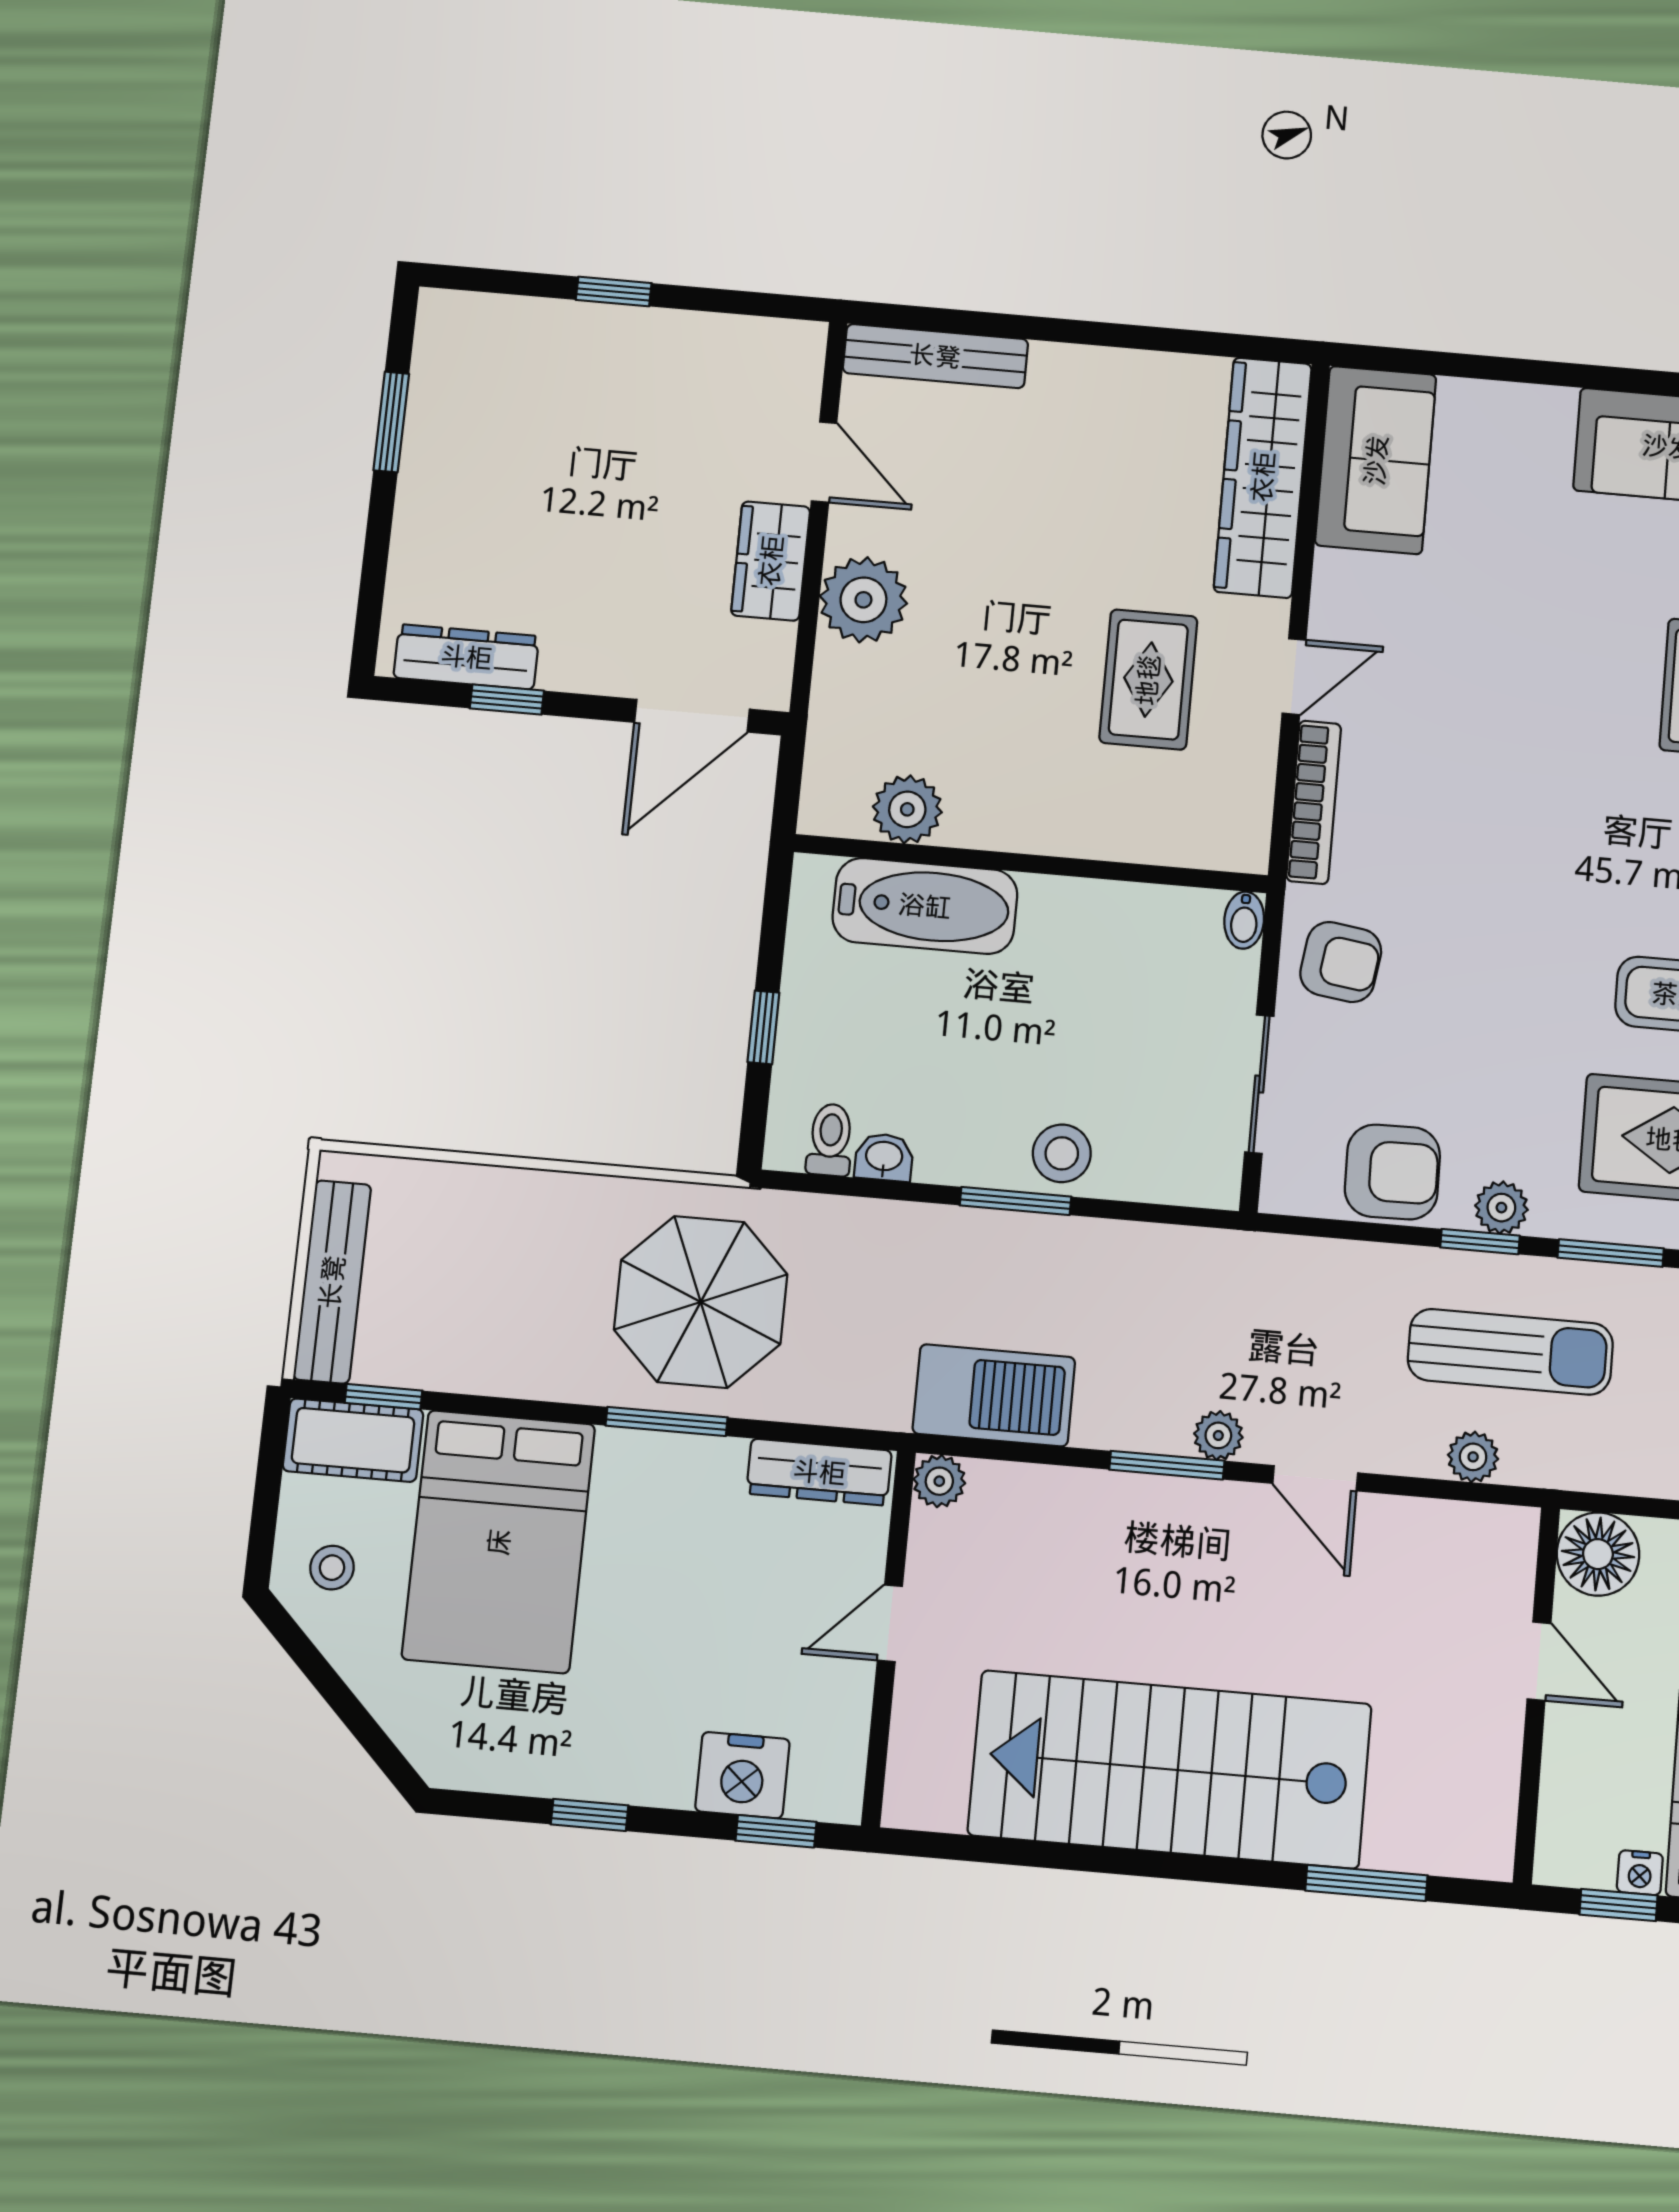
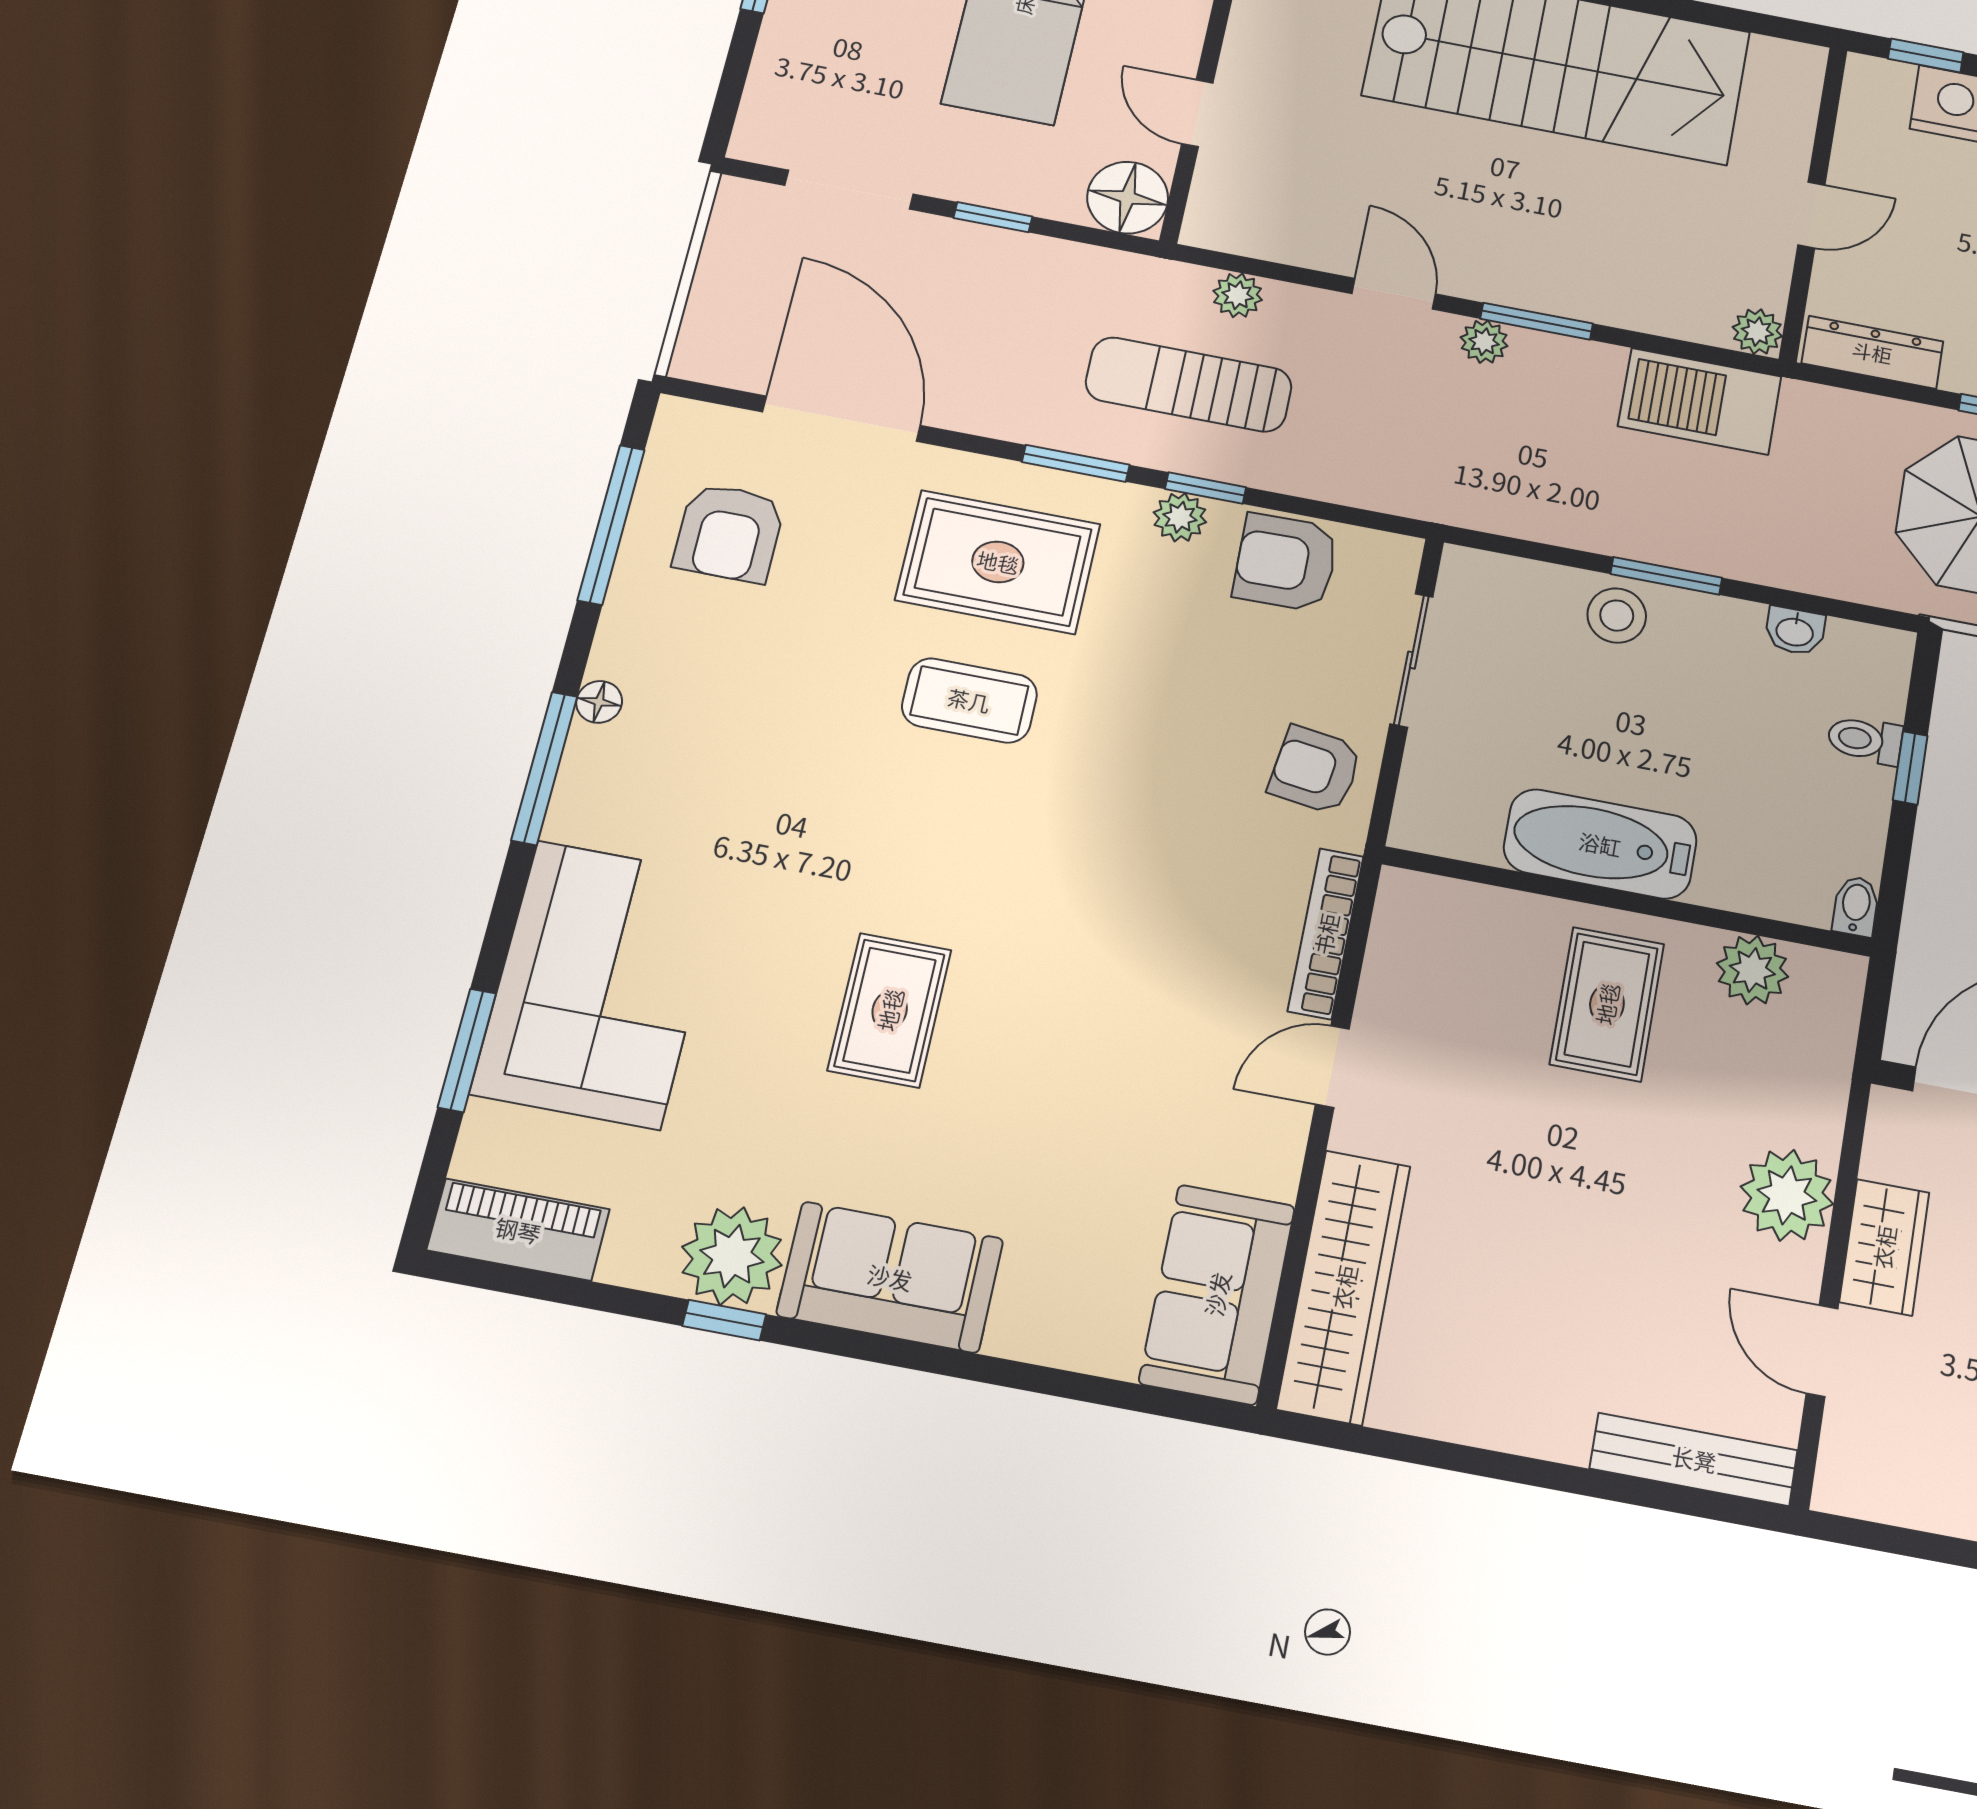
rug: (1148, 680) -> (1607, 1004), moved
bathtub: (925, 906) -> (1600, 844), moved
bidet: (1244, 920) -> (1856, 906), moved
toilet: (830, 1140) -> (1865, 740), moved, turned 90

